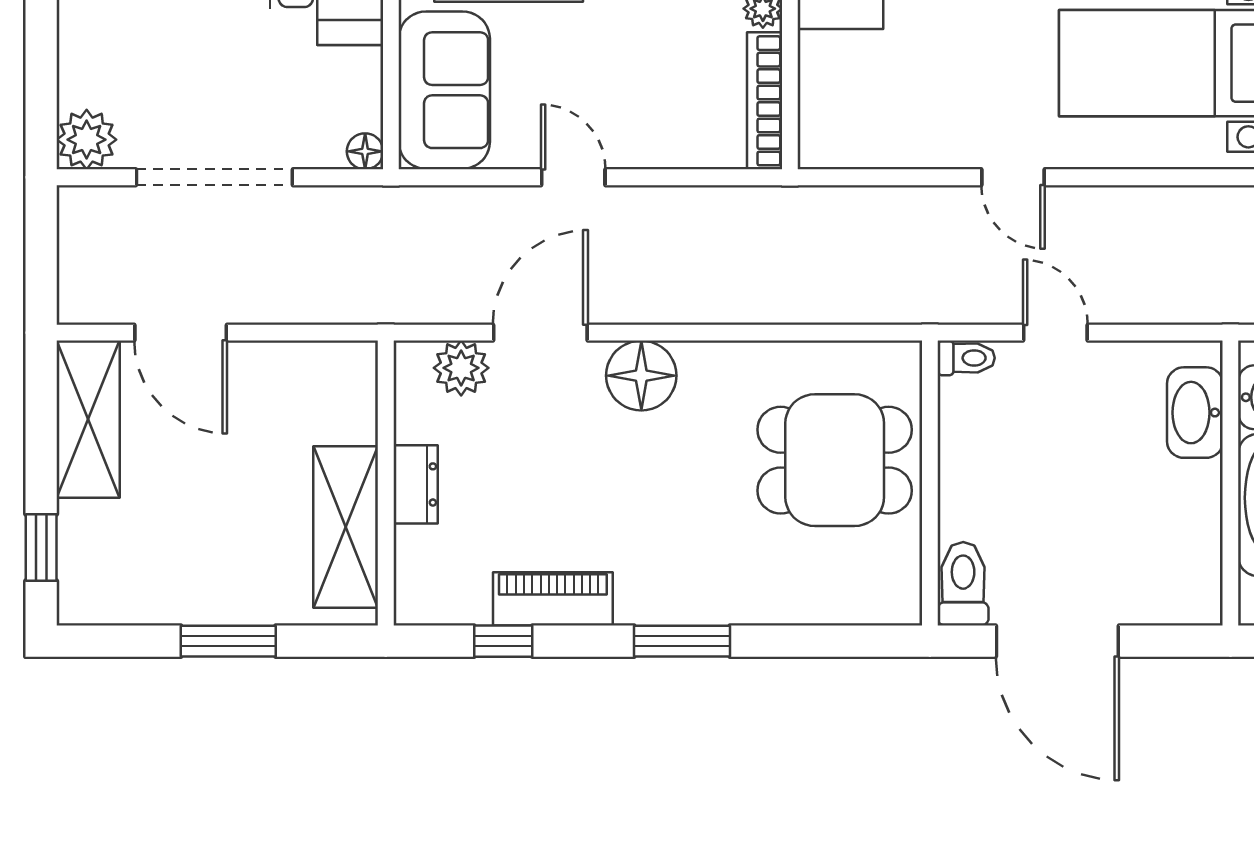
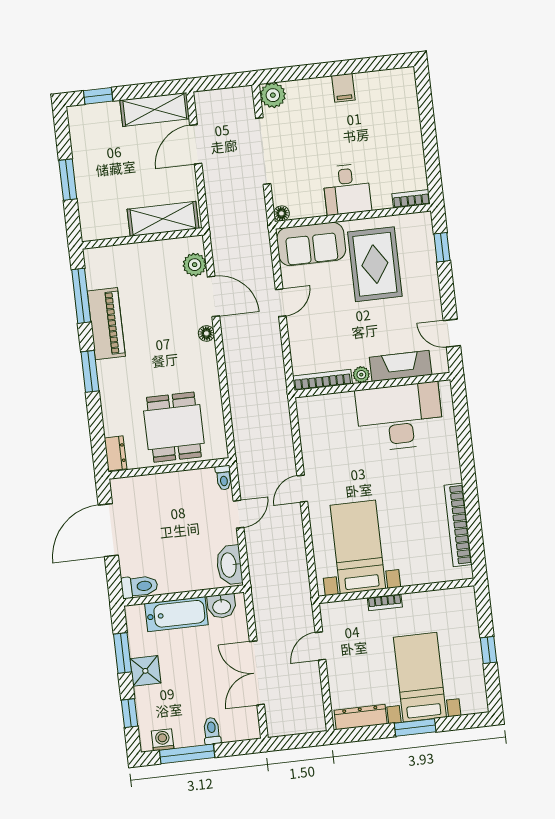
floor lamp: (641, 376) -> (206, 333), width x0.53, depth x0.53
washbasin: (1195, 413) -> (229, 565), moved, turned -90
dresser: (416, 484) -> (116, 453), moved, turned -90
shelving: (346, 527) -> (163, 219), moved
toilet: (963, 584) -> (139, 586), moved
piano: (553, 599) -> (106, 324), width x1.37, depth x1.33
window: (503, 641) -> (81, 296), width x2.17

